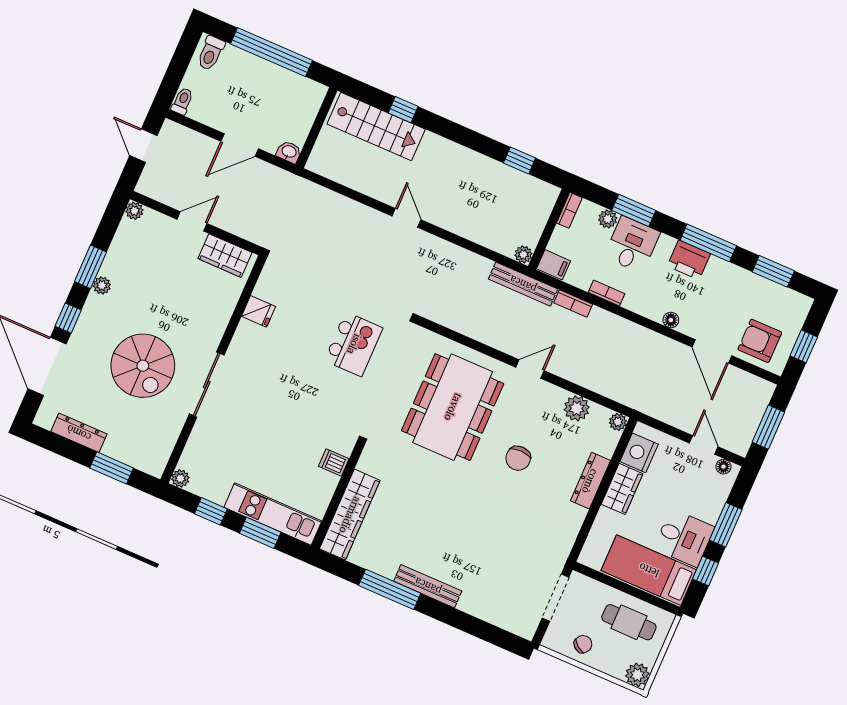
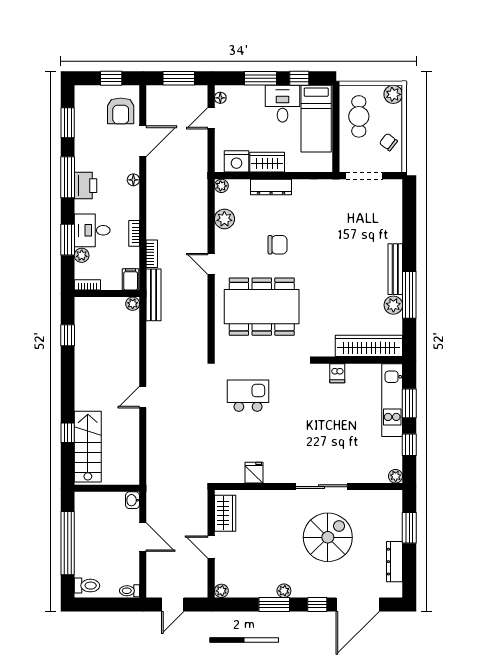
plant: (386, 565) -> (393, 305), added

